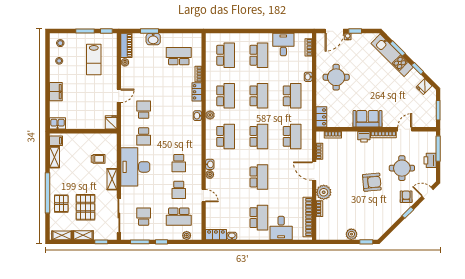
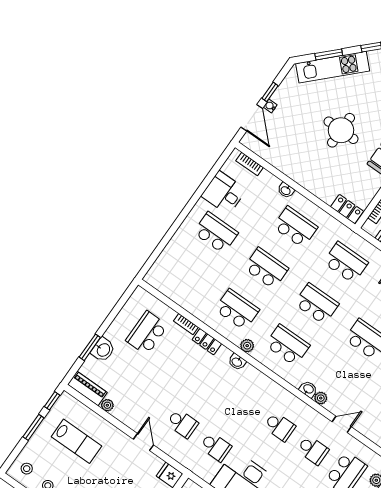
school desk: (226, 55) -> (187, 274), removed
round table: (336, 77) -> (341, 130), moved
school desk: (144, 110) -> (182, 423), turned 180

